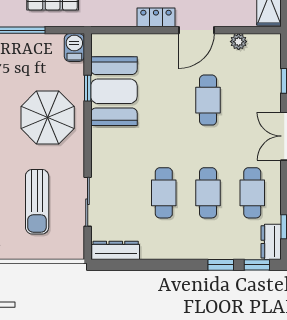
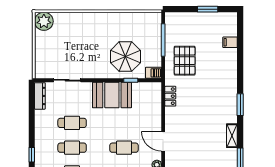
locker: (156, 17) -> (170, 96), moved
booth: (114, 91) -> (112, 95), moved
parasol: (48, 117) -> (125, 57), moved
sun lounger: (37, 202) -> (67, 52), removed

